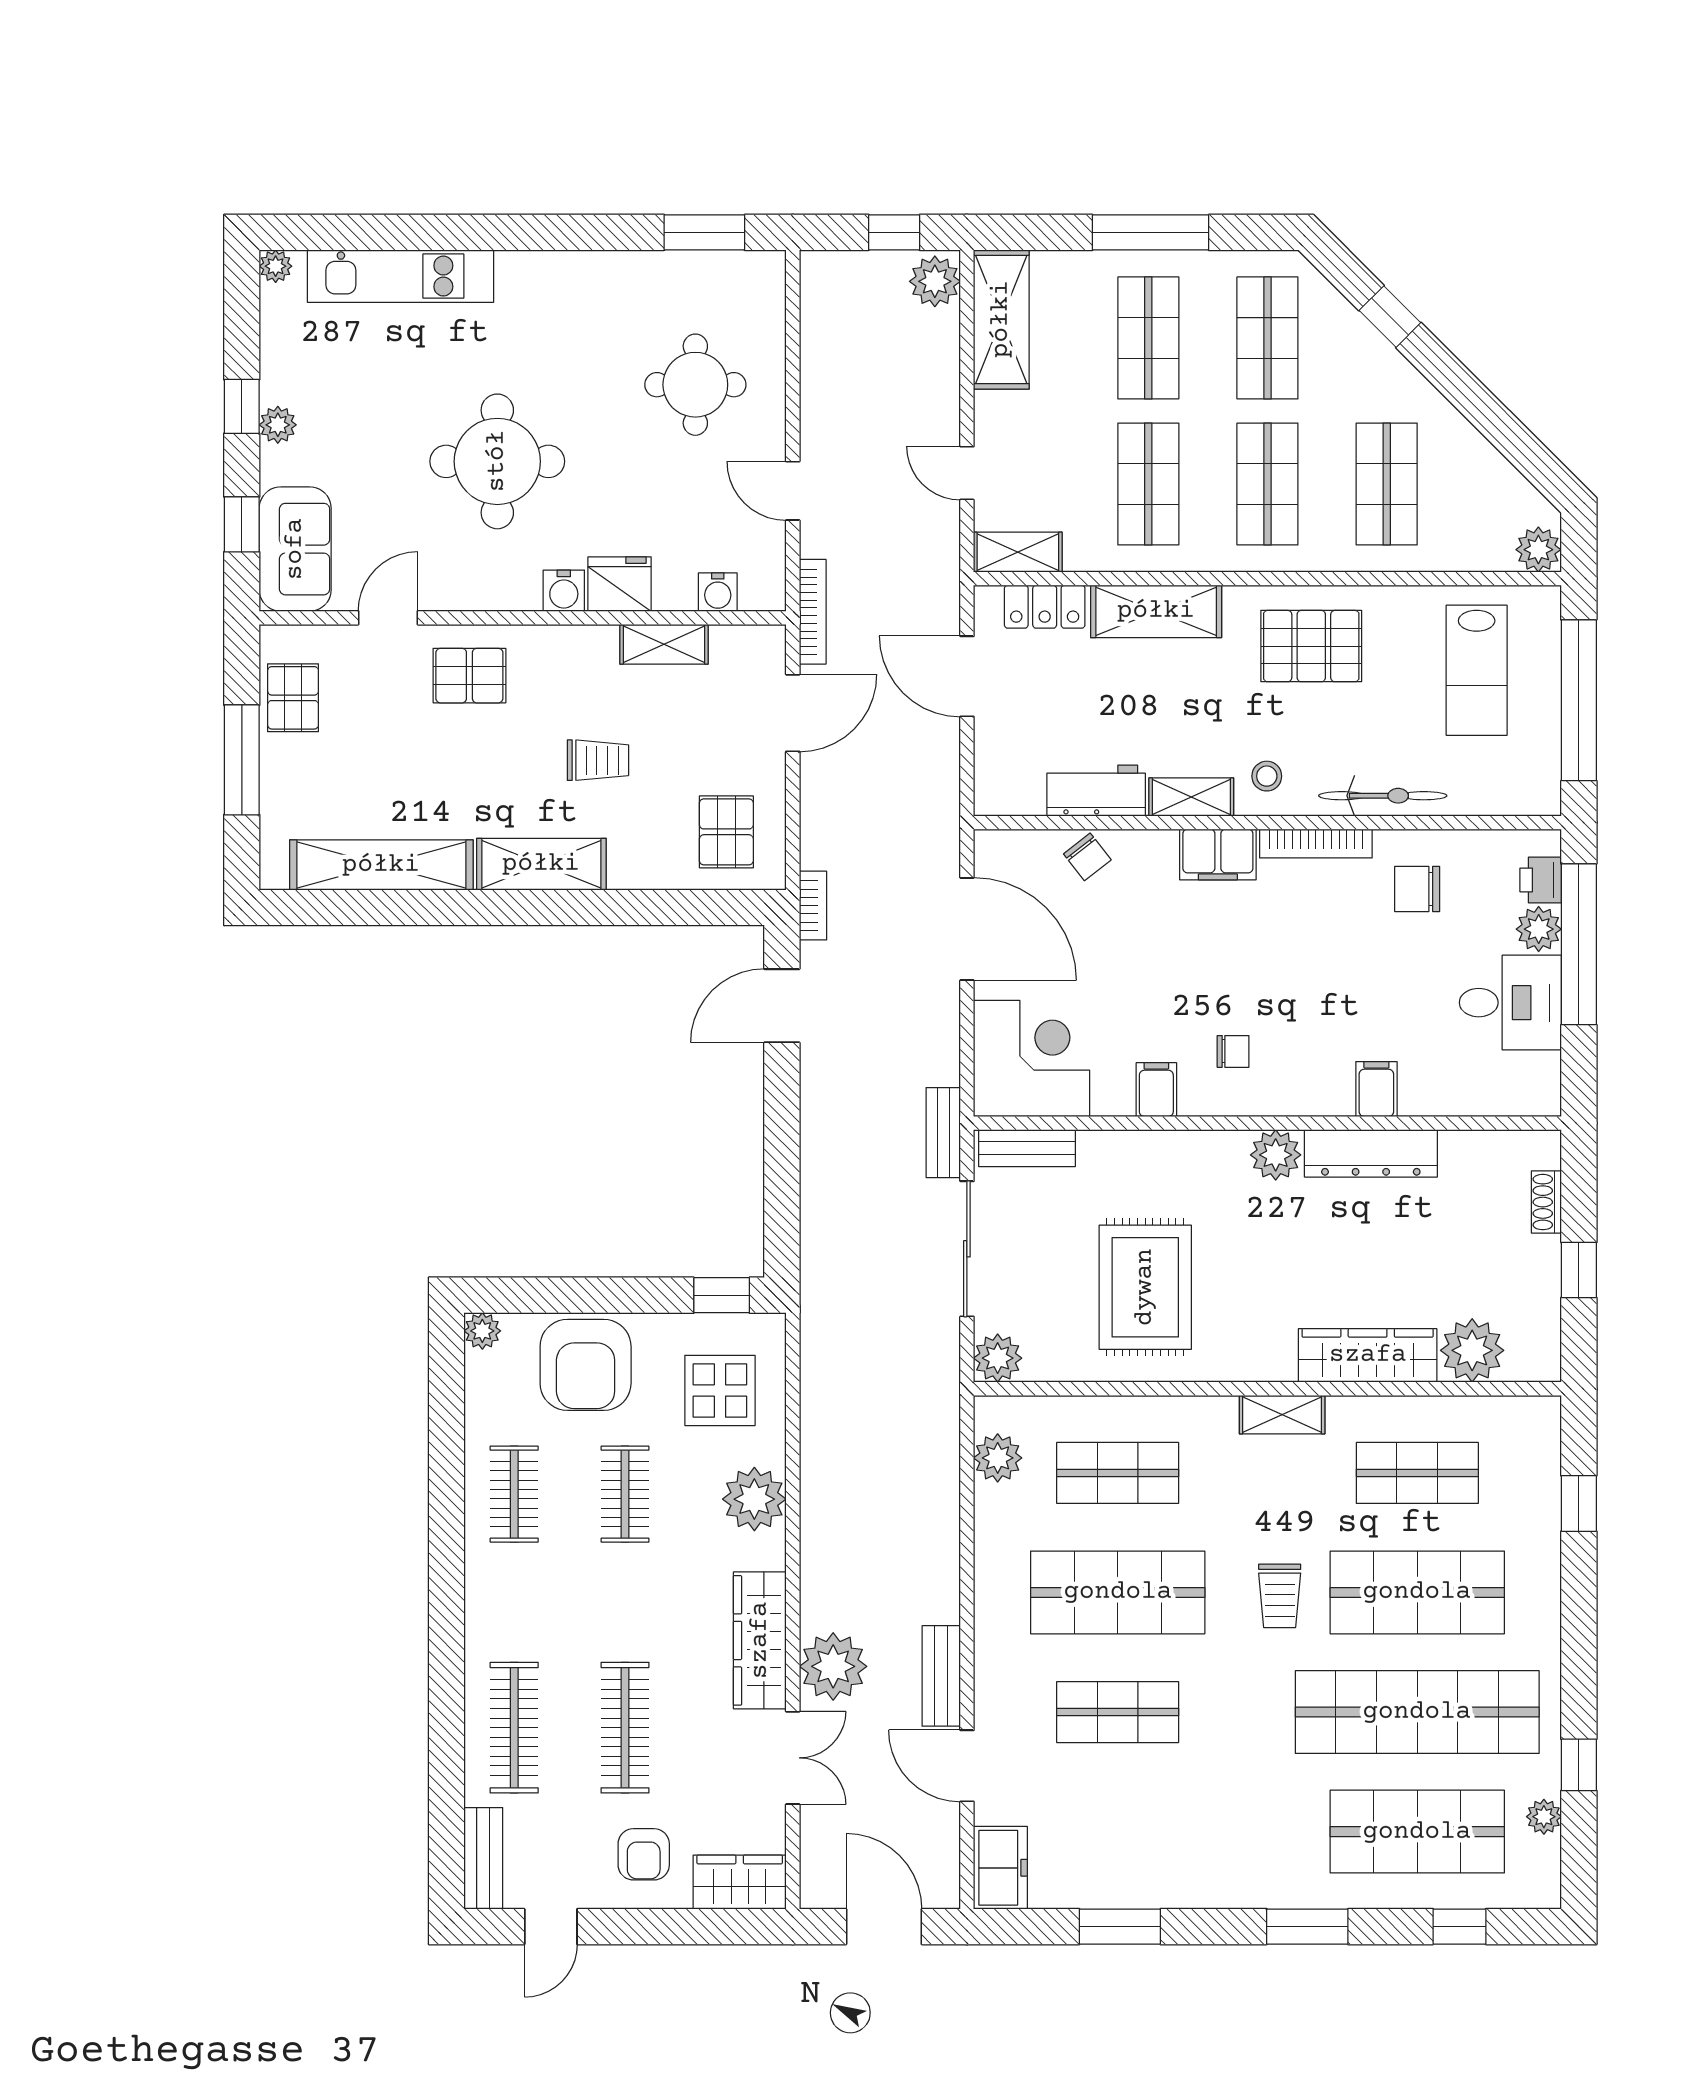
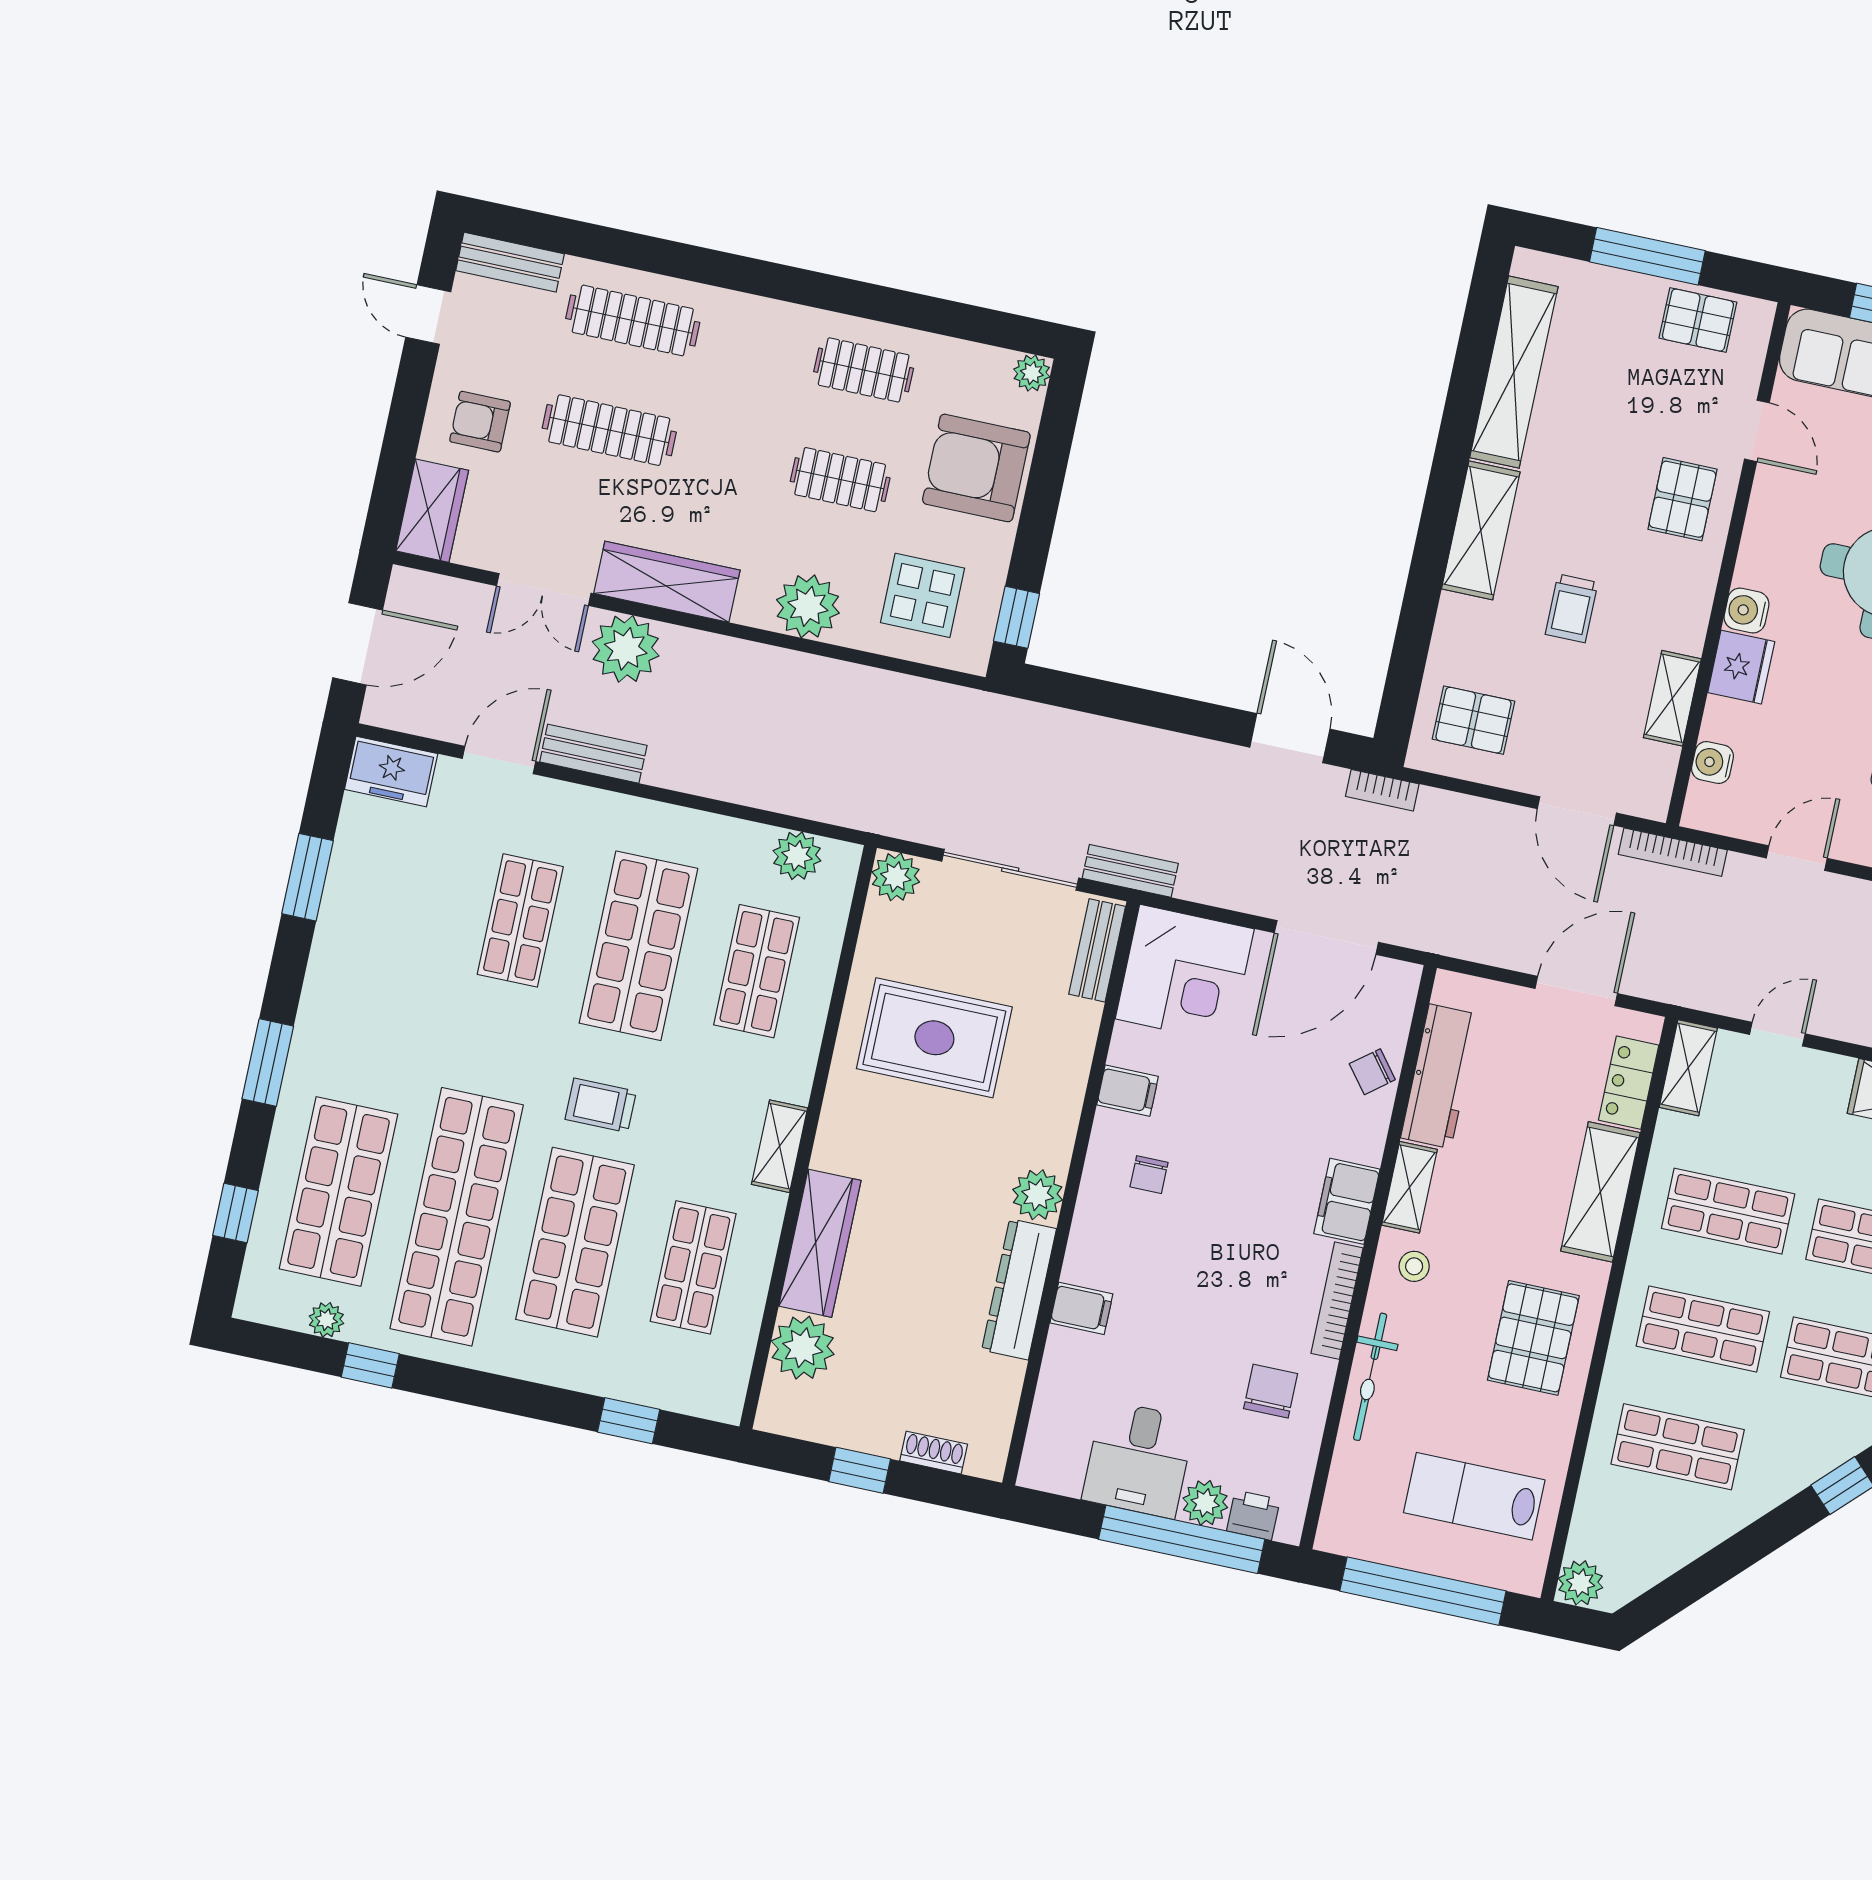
workbench: (1096, 791) -> (1440, 1076), width x1.38

